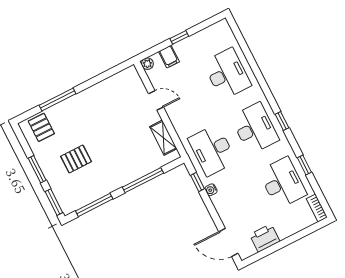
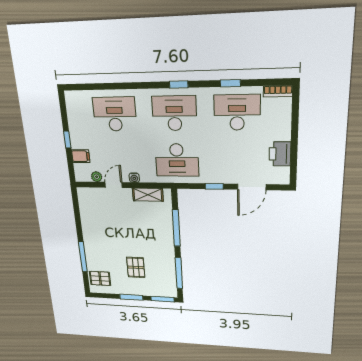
plant: (147, 64) -> (97, 177), moved
window: (198, 182) -> (214, 186), moved
water cooler: (211, 190) -> (134, 178), moved
door: (228, 243) -> (252, 187), moved

